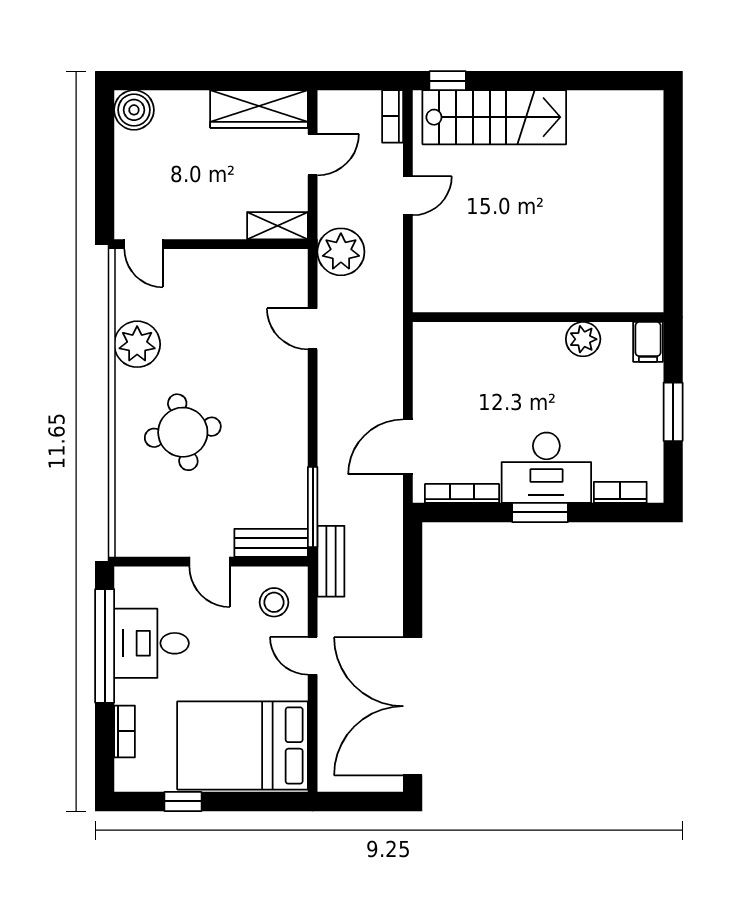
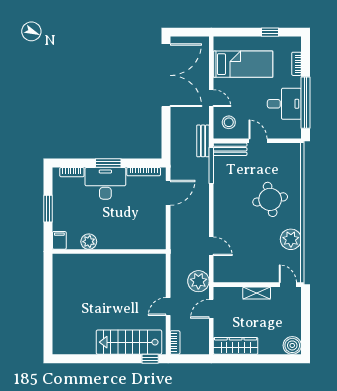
door: (313, 155) -> (211, 309), moved
shelving: (277, 226) -> (257, 293), moved
bed: (243, 745) -> (243, 64), width x0.67

